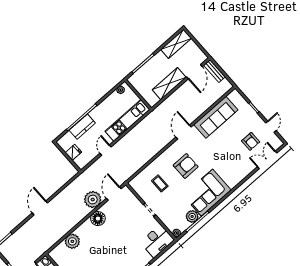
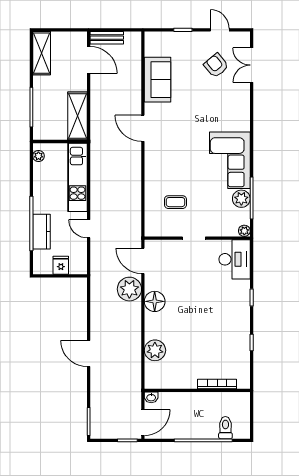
shelving: (169, 84) -> (78, 116), moved
sofa: (216, 117) -> (158, 80), width x0.73
armchair: (251, 141) -> (216, 65), turned -130
armchair: (186, 166) -> (181, 158), removed

